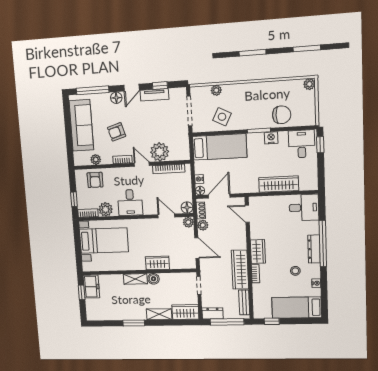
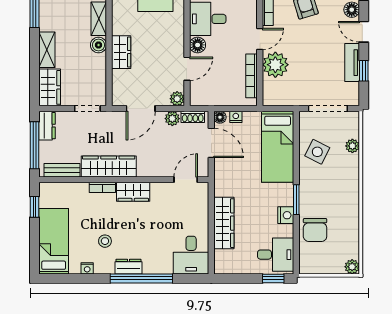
floor lamp: (187, 207) -> (198, 45), moved
dresser: (314, 249) -> (128, 267), width x0.70

